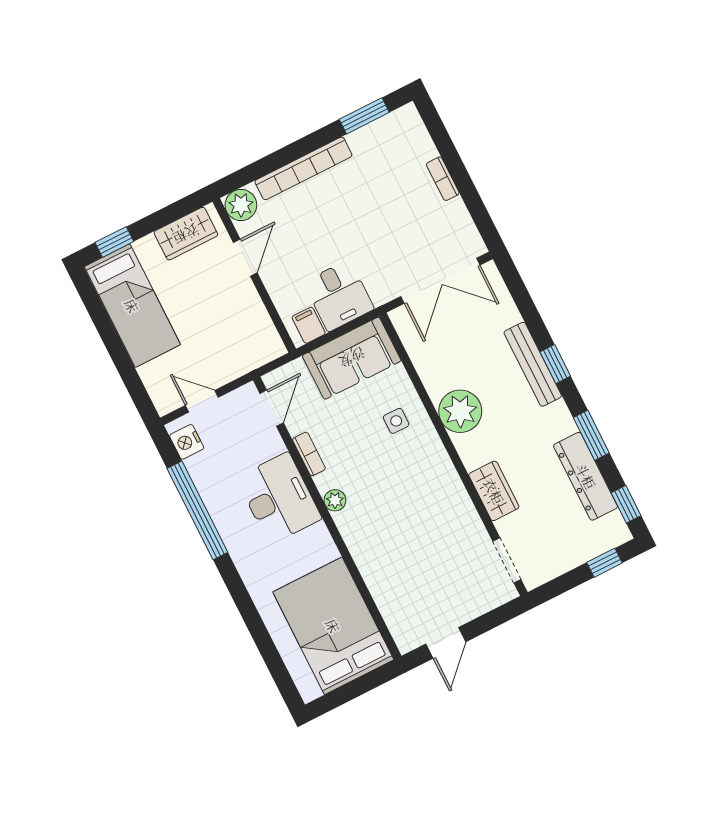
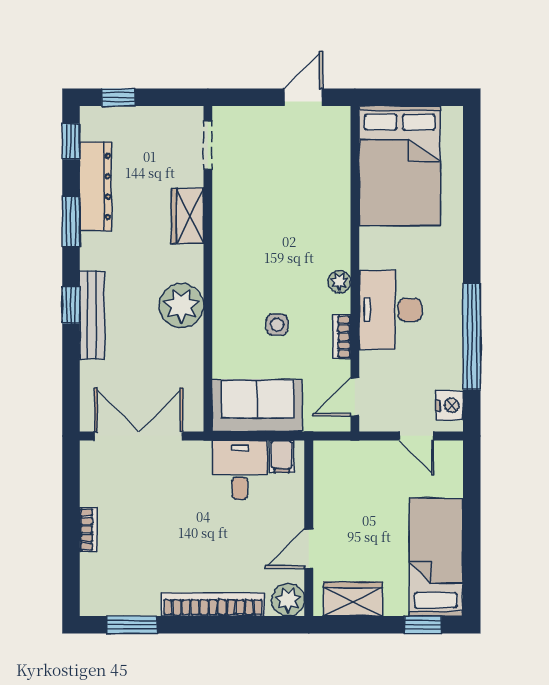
side table: (396, 421) -> (277, 325), moved

